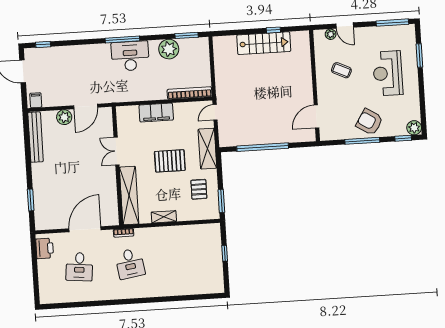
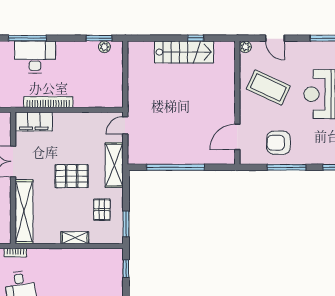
plant: (331, 34) -> (245, 47), moved
plant: (169, 49) -> (104, 47), moved, width x0.53, depth x0.53
coffee table: (341, 70) -> (268, 87), width x1.86, depth x1.72
bookcase: (190, 93) -> (48, 102), moved
filing cabinet: (156, 113) -> (34, 122), moved
armchair: (369, 122) -> (279, 143), moved, turned -32
shelving: (164, 217) -> (75, 238), moved
window: (225, 253) -> (126, 269), moved

